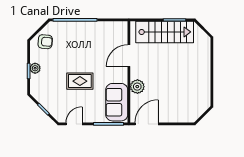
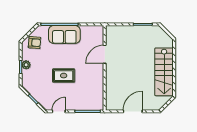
stairs: (165, 32) -> (164, 72), moved, turned 90
plant: (137, 87) -> (112, 80), removed
sofa: (117, 102) -> (64, 35), moved, turned -90
door: (147, 124) -> (133, 111), moved

